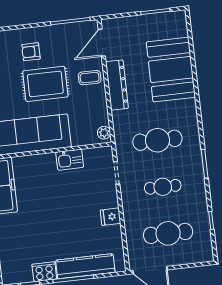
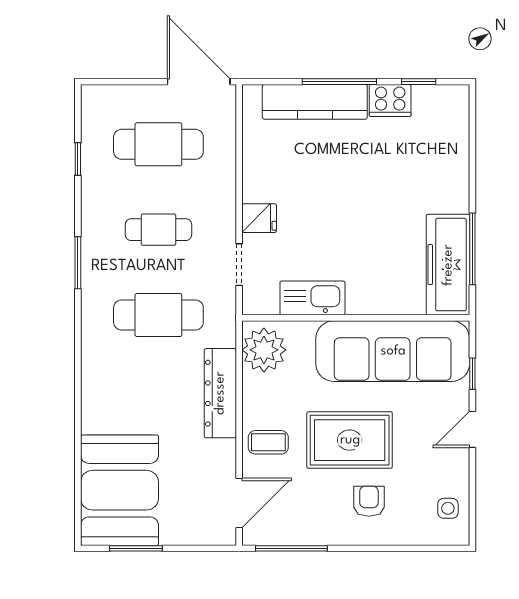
armchair: (31, 52) -> (369, 501), turned -90
booth: (171, 70) -> (120, 490), moved
dresser: (117, 85) -> (220, 393), moved
plant: (104, 133) -> (264, 350), width x1.88, depth x1.88
kitchen sink: (70, 160) -> (312, 298), width x1.38
fridge: (111, 217) -> (259, 218), moved

